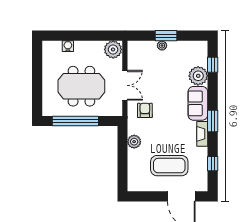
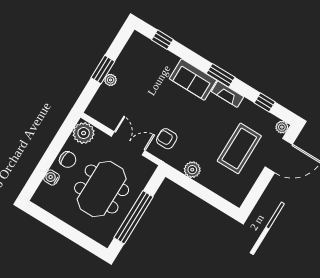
chair: (88, 50) -> (68, 160), added
plant: (198, 76) -> (282, 127), moved, width x0.53, depth x0.53

